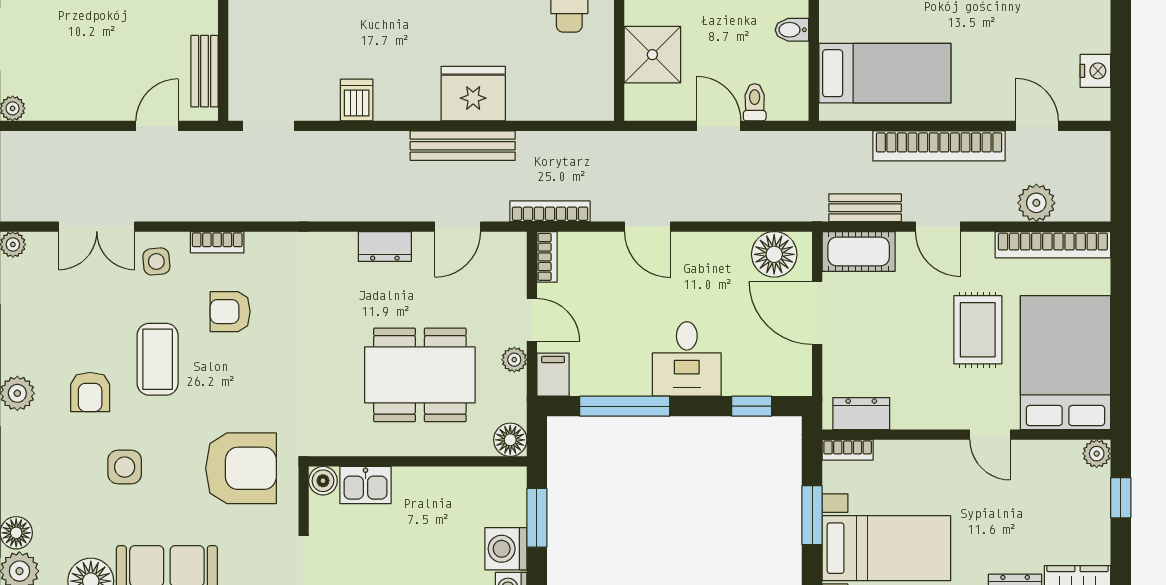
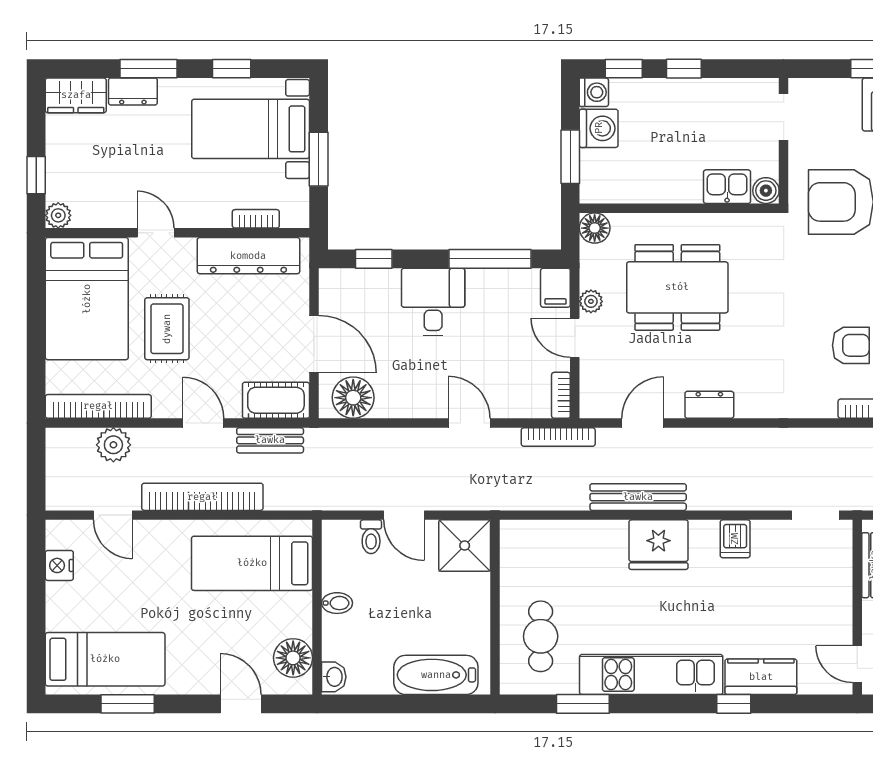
shower: (652, 55) -> (465, 546), moved
fridge: (473, 94) -> (658, 545), moved
dresser: (861, 414) -> (248, 256), width x1.96, depth x1.24
bookcase: (848, 450) -> (256, 219), moved

